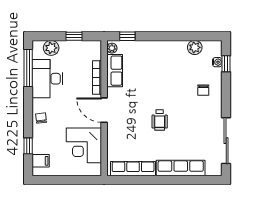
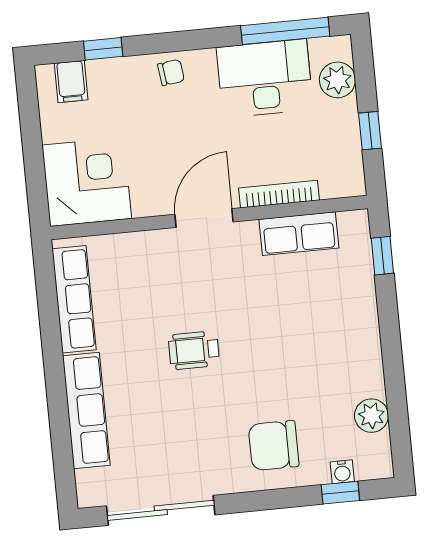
plant: (112, 48) -> (351, 222), removed
chair: (203, 90) -> (274, 446), width x1.87, depth x1.87
corner desk: (84, 145) -> (87, 182), moved, turned 90

